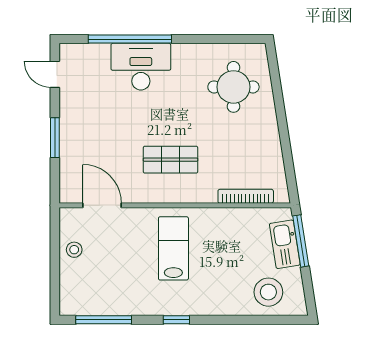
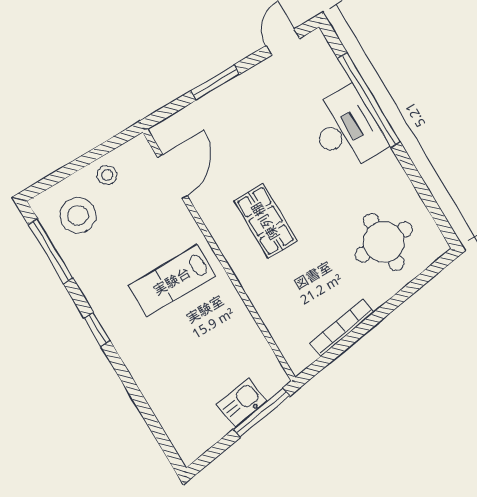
bookcase: (246, 196) -> (342, 327), moved, turned -99
kitchen sink: (285, 244) -> (242, 403), width x0.73
lab bench: (173, 248) -> (172, 281), turned 180
stool: (268, 292) -> (78, 215), moved

